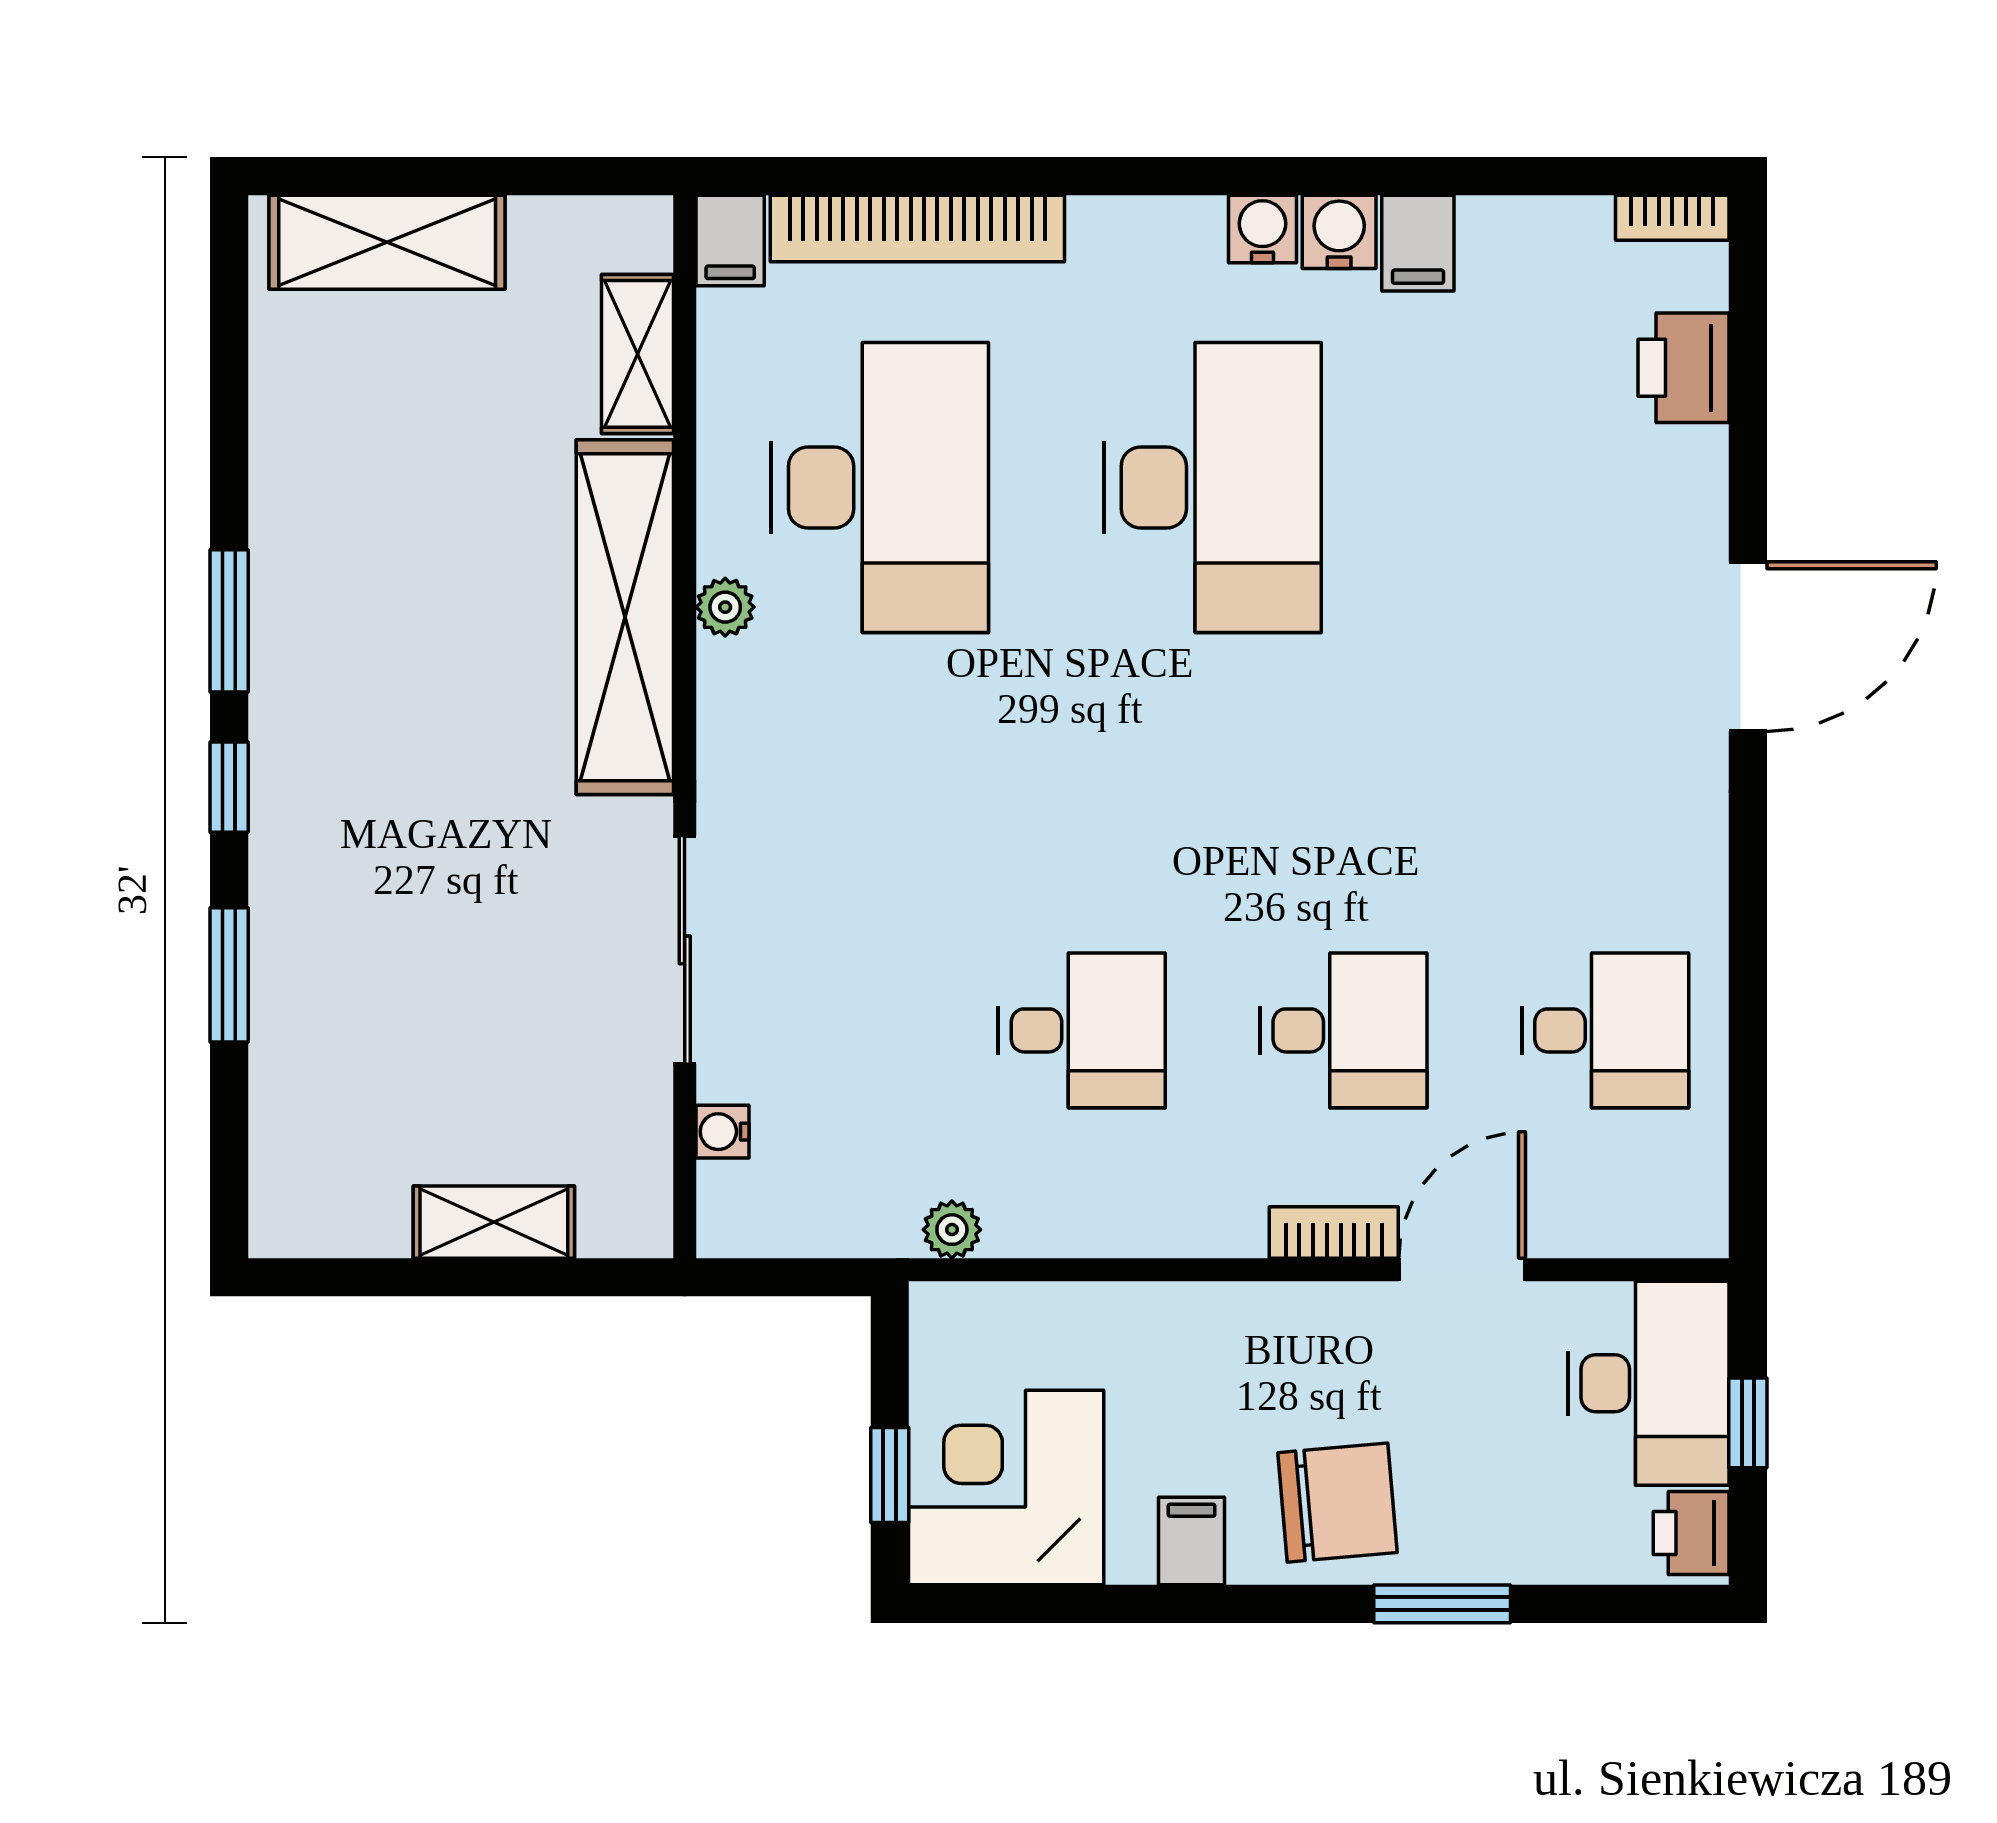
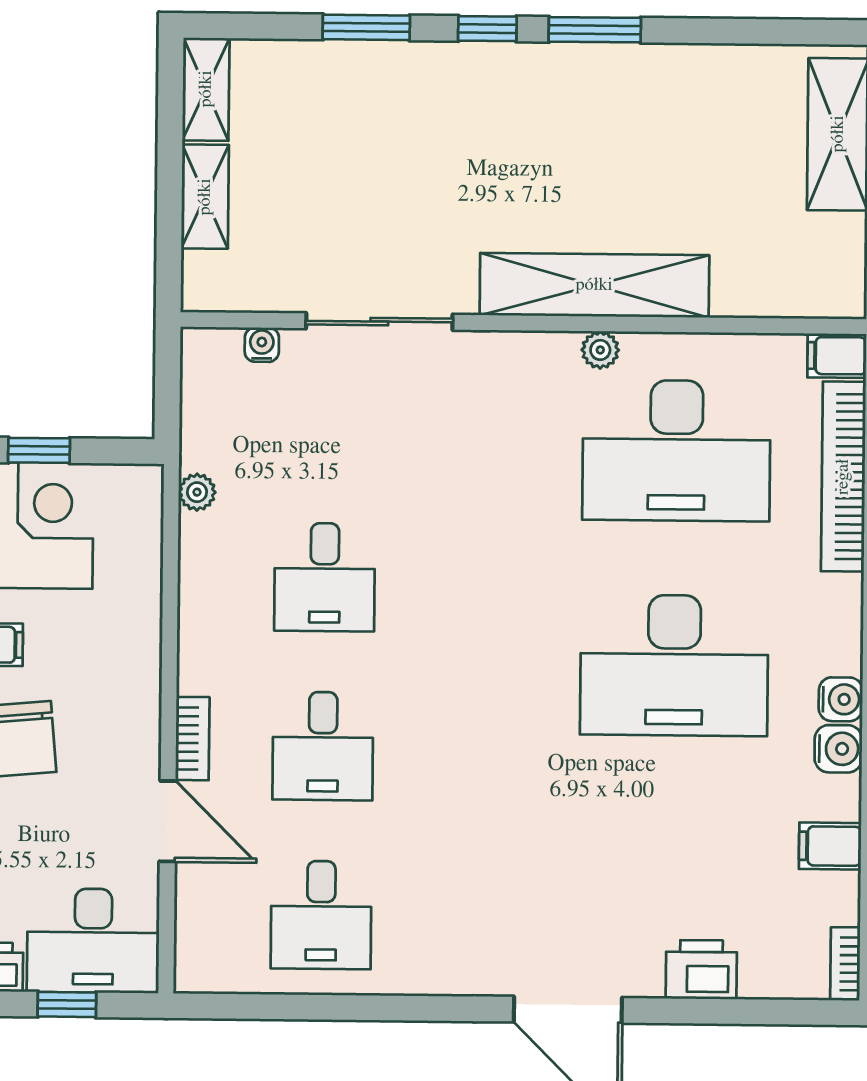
filing cabinet: (1418, 243) -> (830, 846), moved
shelving: (637, 354) -> (206, 89), moved, turned 90
printer: (1683, 368) -> (701, 970), moved

